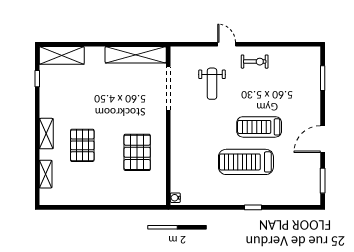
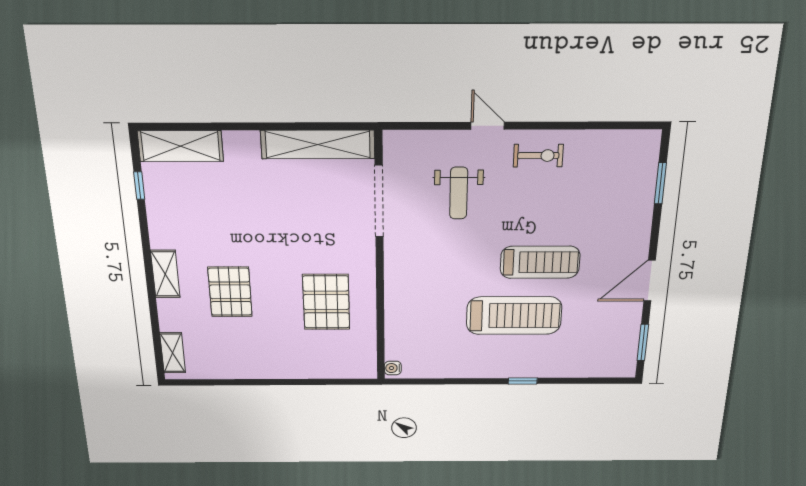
treadmill: (259, 127) -> (540, 262), turned 180
treadmill: (246, 162) -> (514, 316), turned 180
shelving: (46, 174) -> (173, 353), moved

